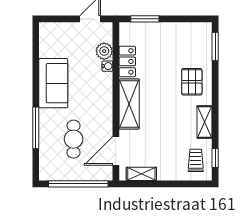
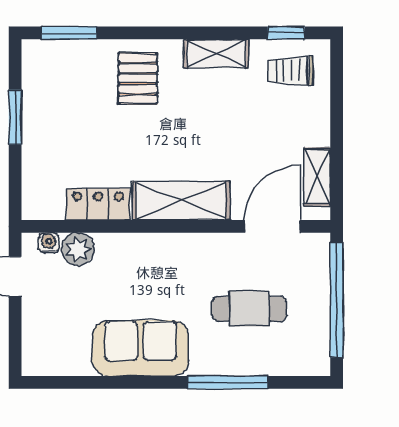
window: (145, 19) -> (15, 117), moved
water cooler: (107, 66) -> (49, 243), moved
pallet: (192, 82) -> (138, 79), turned 90
door: (116, 151) -> (272, 226), swing flipped

